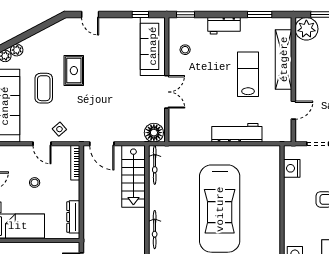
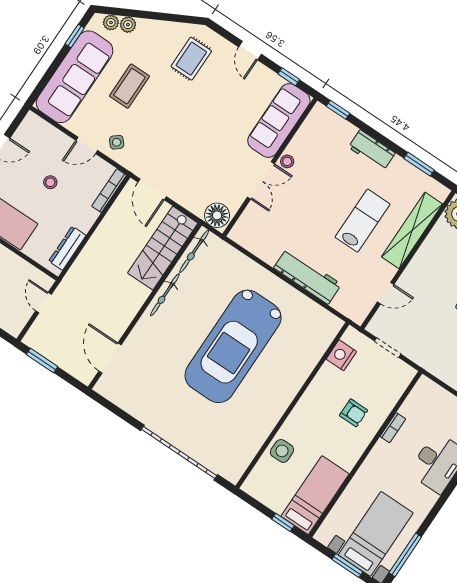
door: (90, 15) -> (250, 51), moved
stool: (185, 50) -> (287, 161), moved
rug: (74, 71) -> (191, 59), moved
door: (42, 144) -> (87, 145), hinge flipped
bicycle: (155, 230) -> (165, 295), moved

